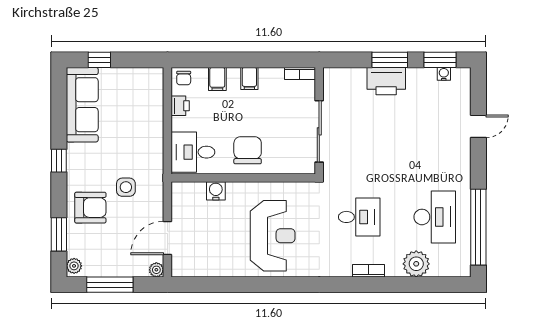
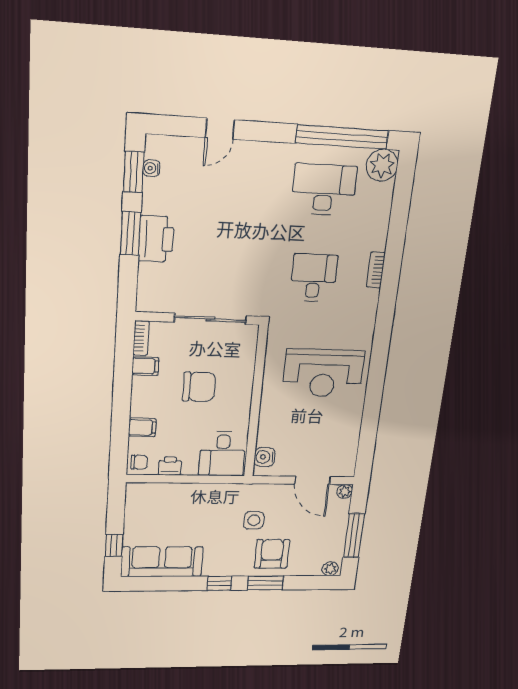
filing cabinet: (249, 78) -> (145, 366), moved
door: (478, 126) -> (220, 129), swing flipped
chair: (248, 150) -> (199, 387), moved, turned 180
water cooler: (216, 191) -> (264, 457), moved
window: (59, 234) -> (265, 583), moved
reception desk: (273, 236) -> (323, 373), turned 180
plant: (416, 264) -> (382, 165), moved

